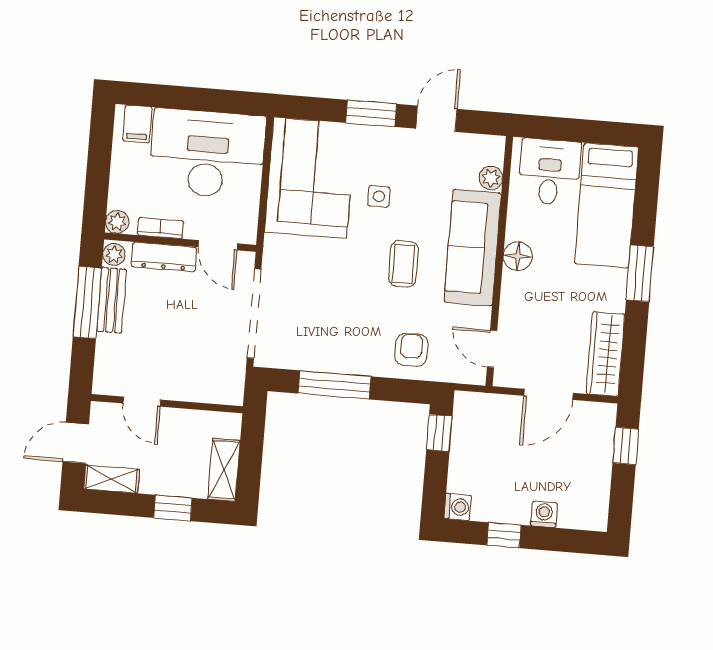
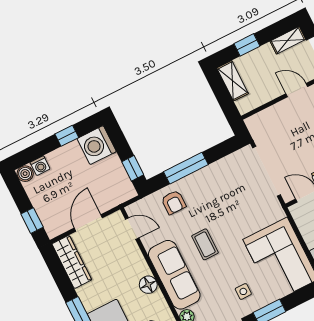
side table: (379, 196) -> (243, 291), moved
window: (334, 385) -> (186, 168), moved
washing machine: (458, 507) -> (97, 145), width x1.89, depth x1.89
washing machine: (544, 514) -> (40, 166), moved
boiler: (595, 518) -> (25, 174), added

